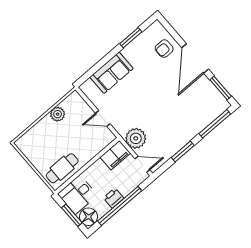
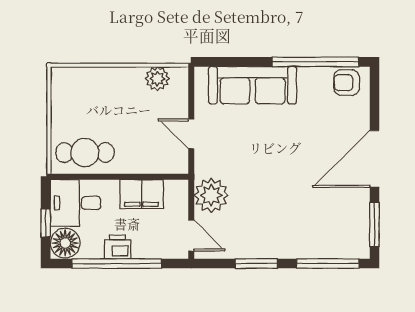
window: (131, 38) -> (315, 62), width x2.11
armchair: (164, 49) -> (347, 83), moved
sofa: (112, 73) -> (253, 85), width x1.36
plant: (58, 114) -> (157, 79), moved
filing cabinet: (115, 155) -> (142, 194), moved
window: (72, 215) -> (46, 223), width x0.67

